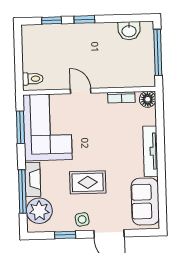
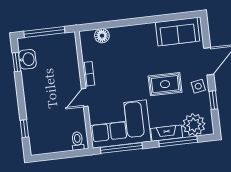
window: (84, 19) -> (17, 62), moved
bookcase: (121, 97) -> (89, 74), moved
floor lamp: (148, 99) -> (102, 36), moved
window: (20, 127) -> (121, 148), width x1.44
tv unit: (151, 151) -> (133, 31), removed
rug: (88, 182) -> (165, 84), turned 90

